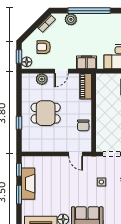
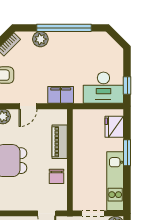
piano: (86, 86) -> (60, 142), moved

